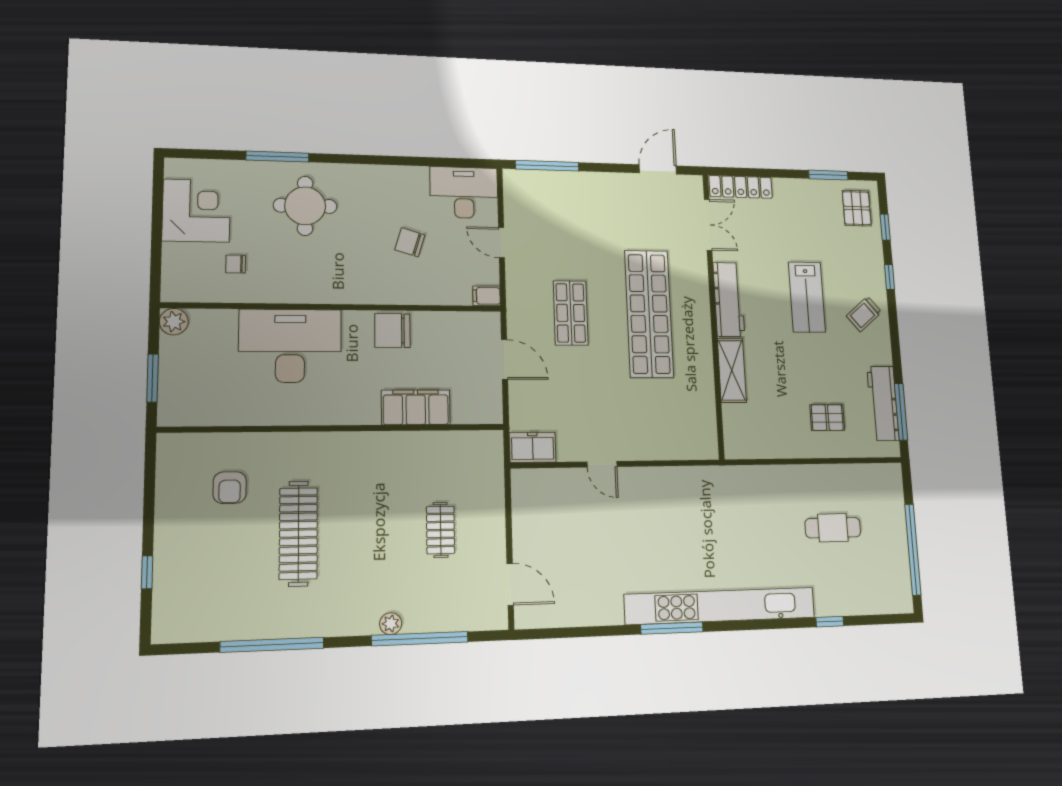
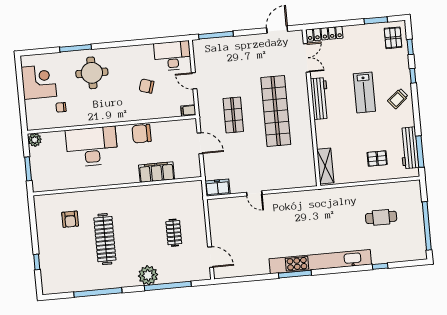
shelving: (732, 370) -> (325, 166), moved
plant: (391, 624) -> (148, 275), width x1.87, depth x1.87

